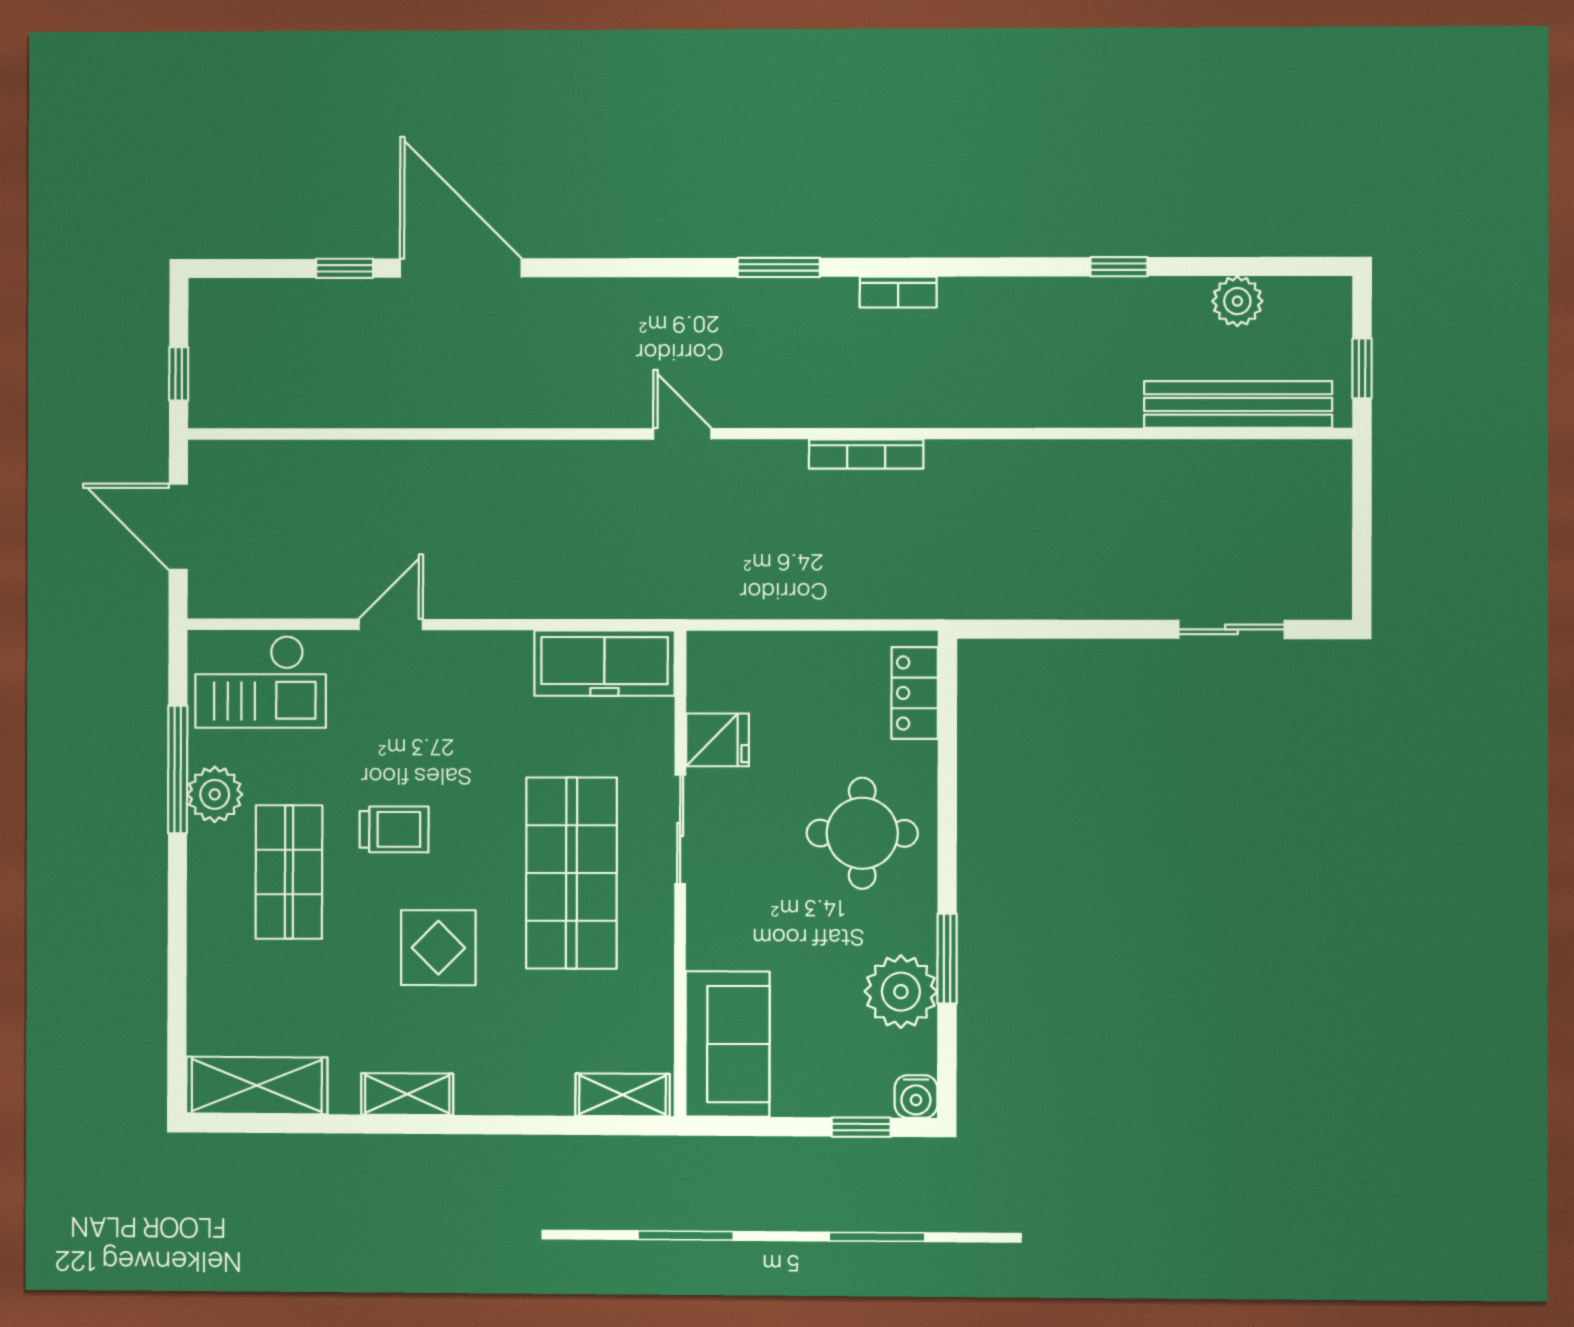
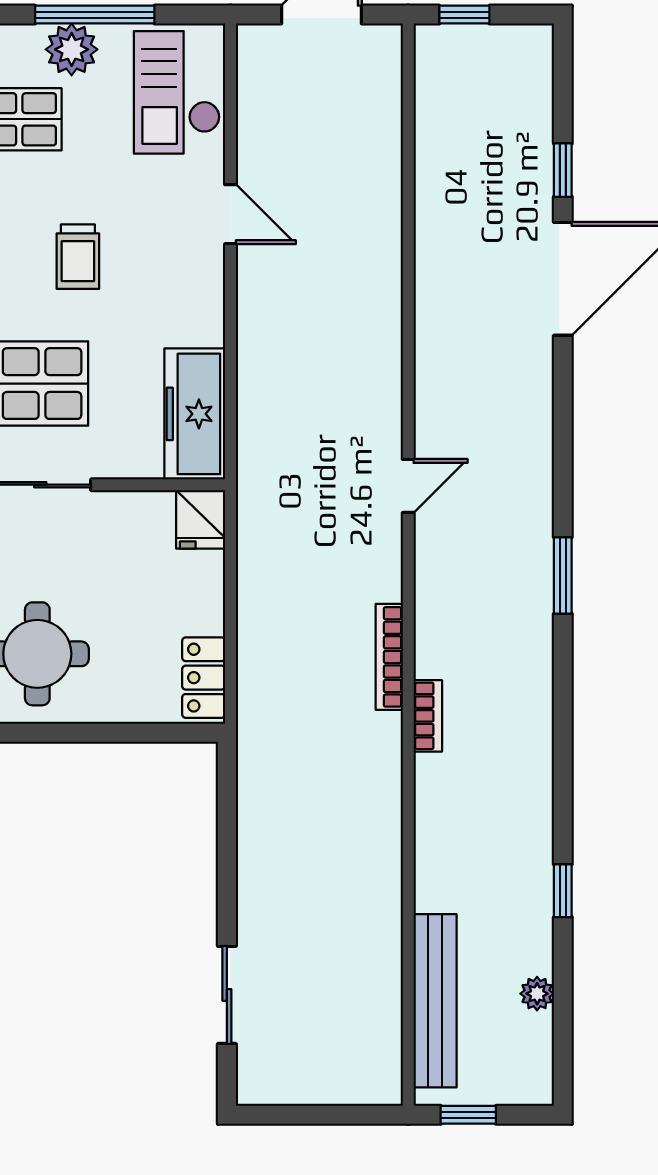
bookcase: (898, 292) -> (428, 716), moved, turned 180
plant: (1237, 301) -> (537, 994), width x0.73, depth x0.73
locker: (915, 693) -> (204, 678), moved, turned -90
fridge: (717, 740) -> (201, 519), moved
trolley: (394, 829) -> (78, 257), moved

